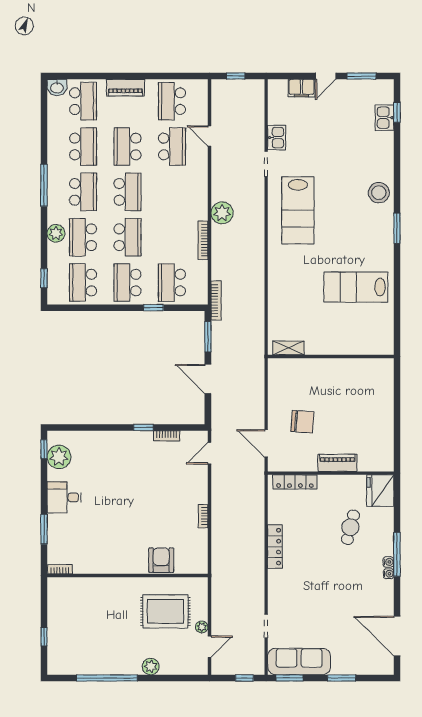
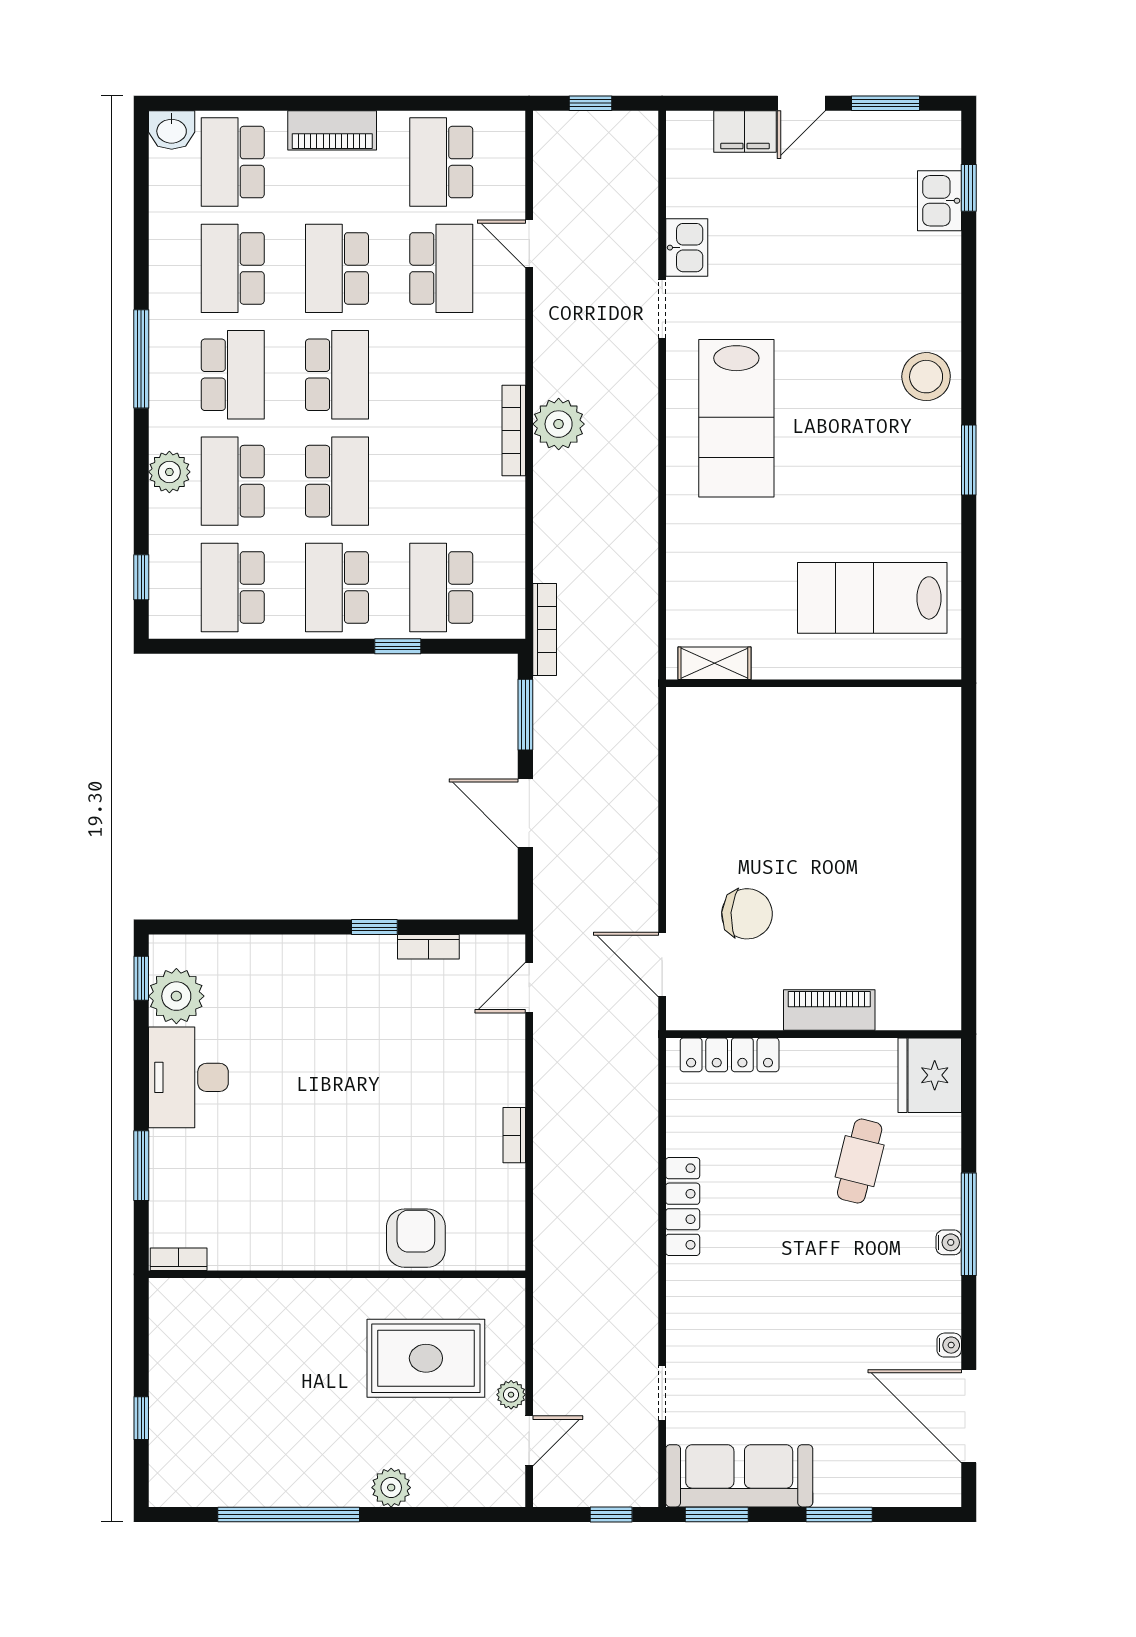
school desk: (83, 101) -> (233, 162), turned 180
school desk: (83, 147) -> (233, 268), turned 180
bookcase: (203, 240) -> (514, 430), moved
shelving: (288, 348) -> (714, 663), moved
wall: (331, 357) -> (814, 683), moved
desk: (64, 497) -> (188, 1077), width x1.37
water cooler: (389, 574) -> (949, 1345), moved

